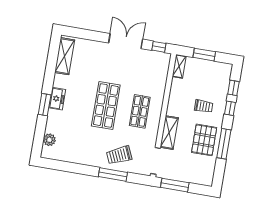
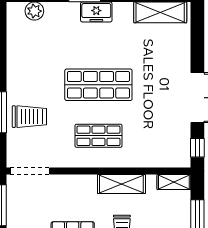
shelving: (169, 133) -> (121, 184), moved
trolley: (119, 155) -> (29, 117), turned 114

